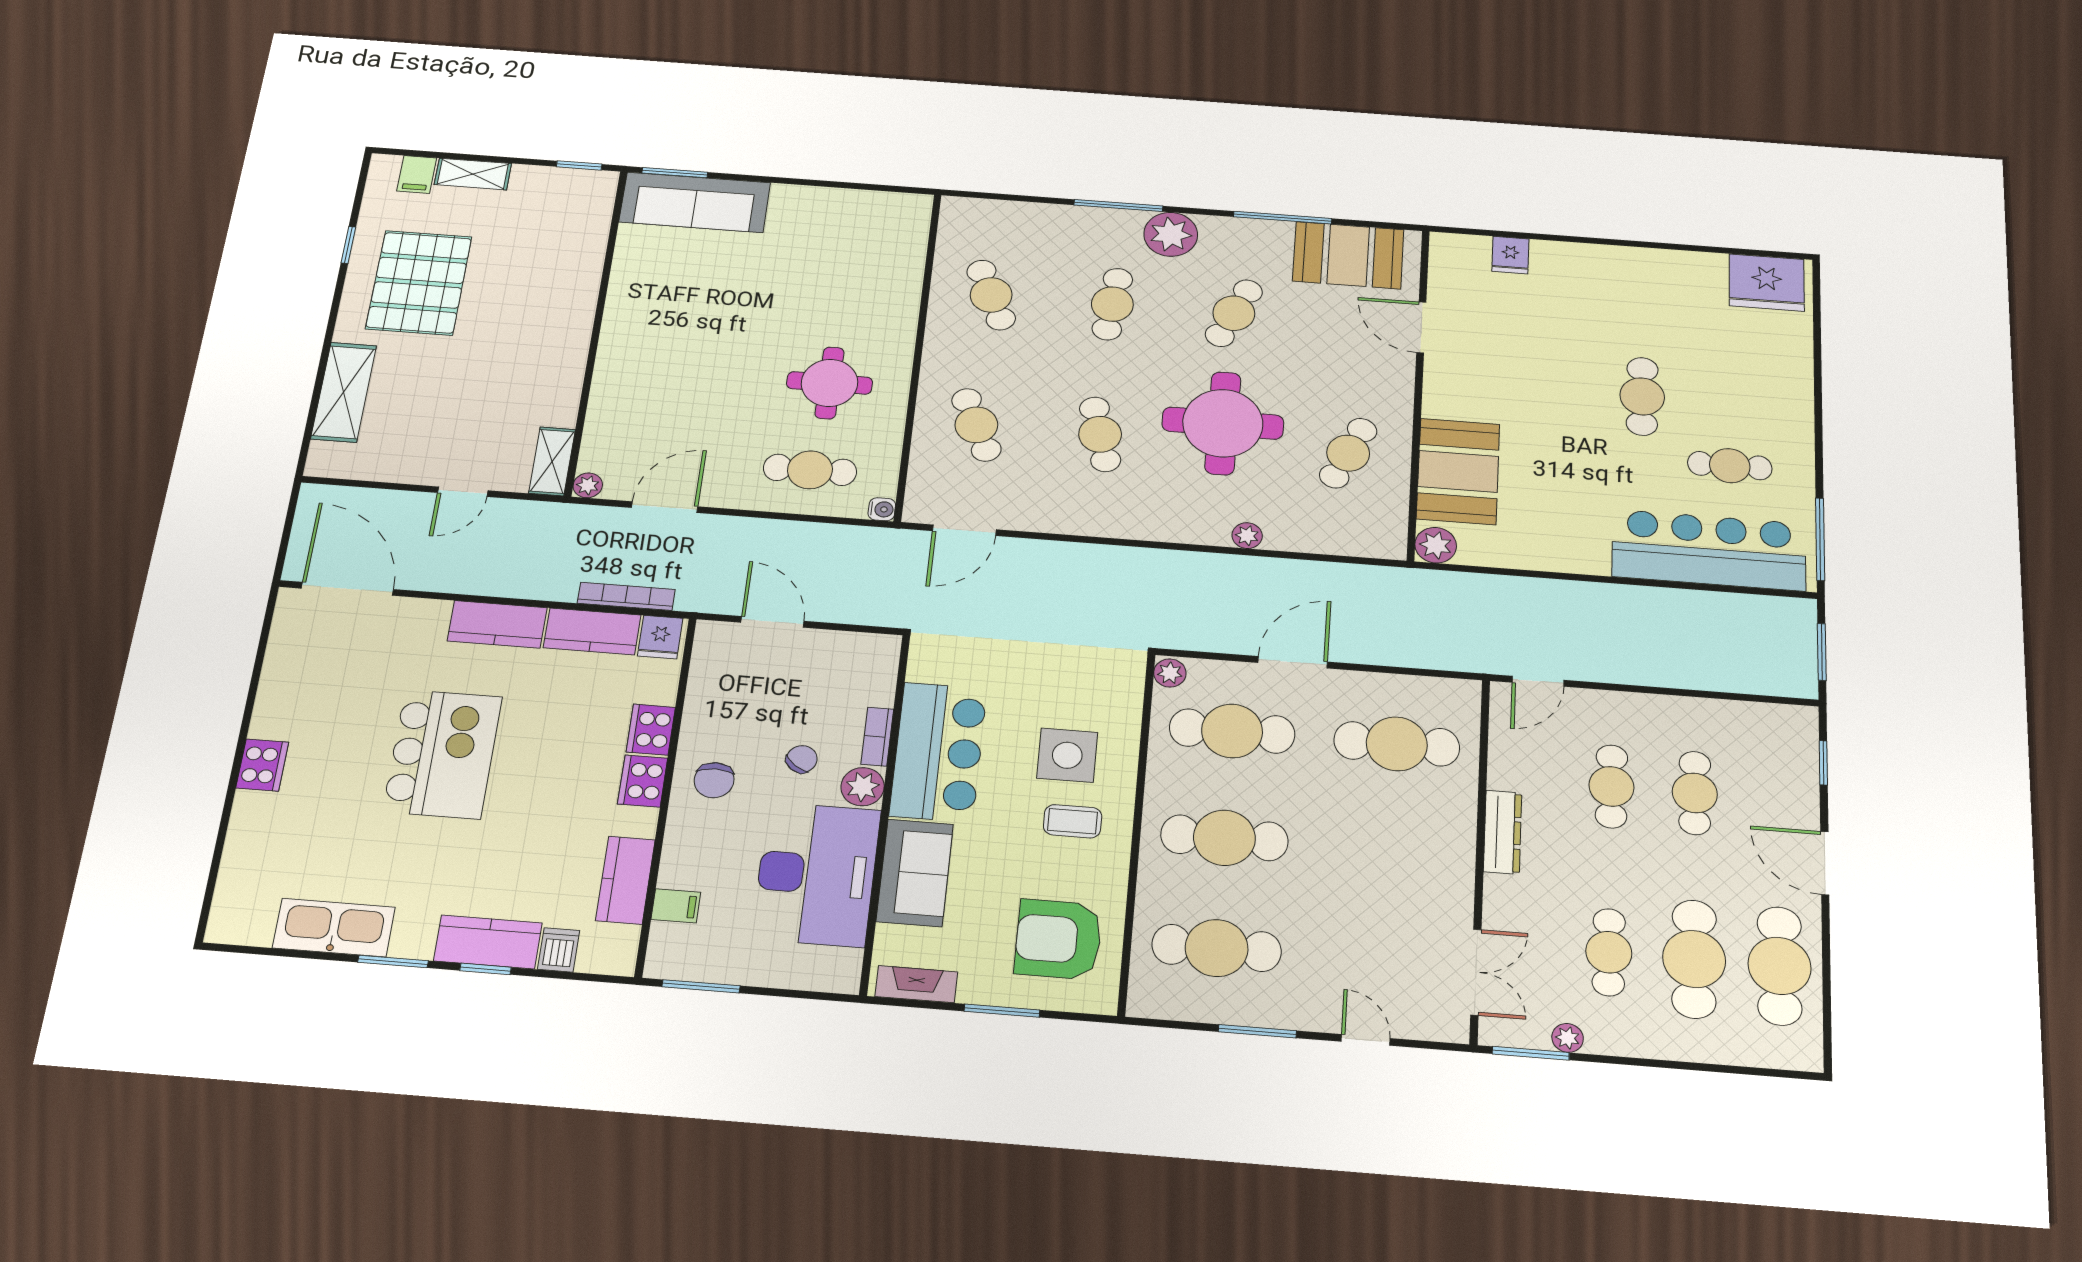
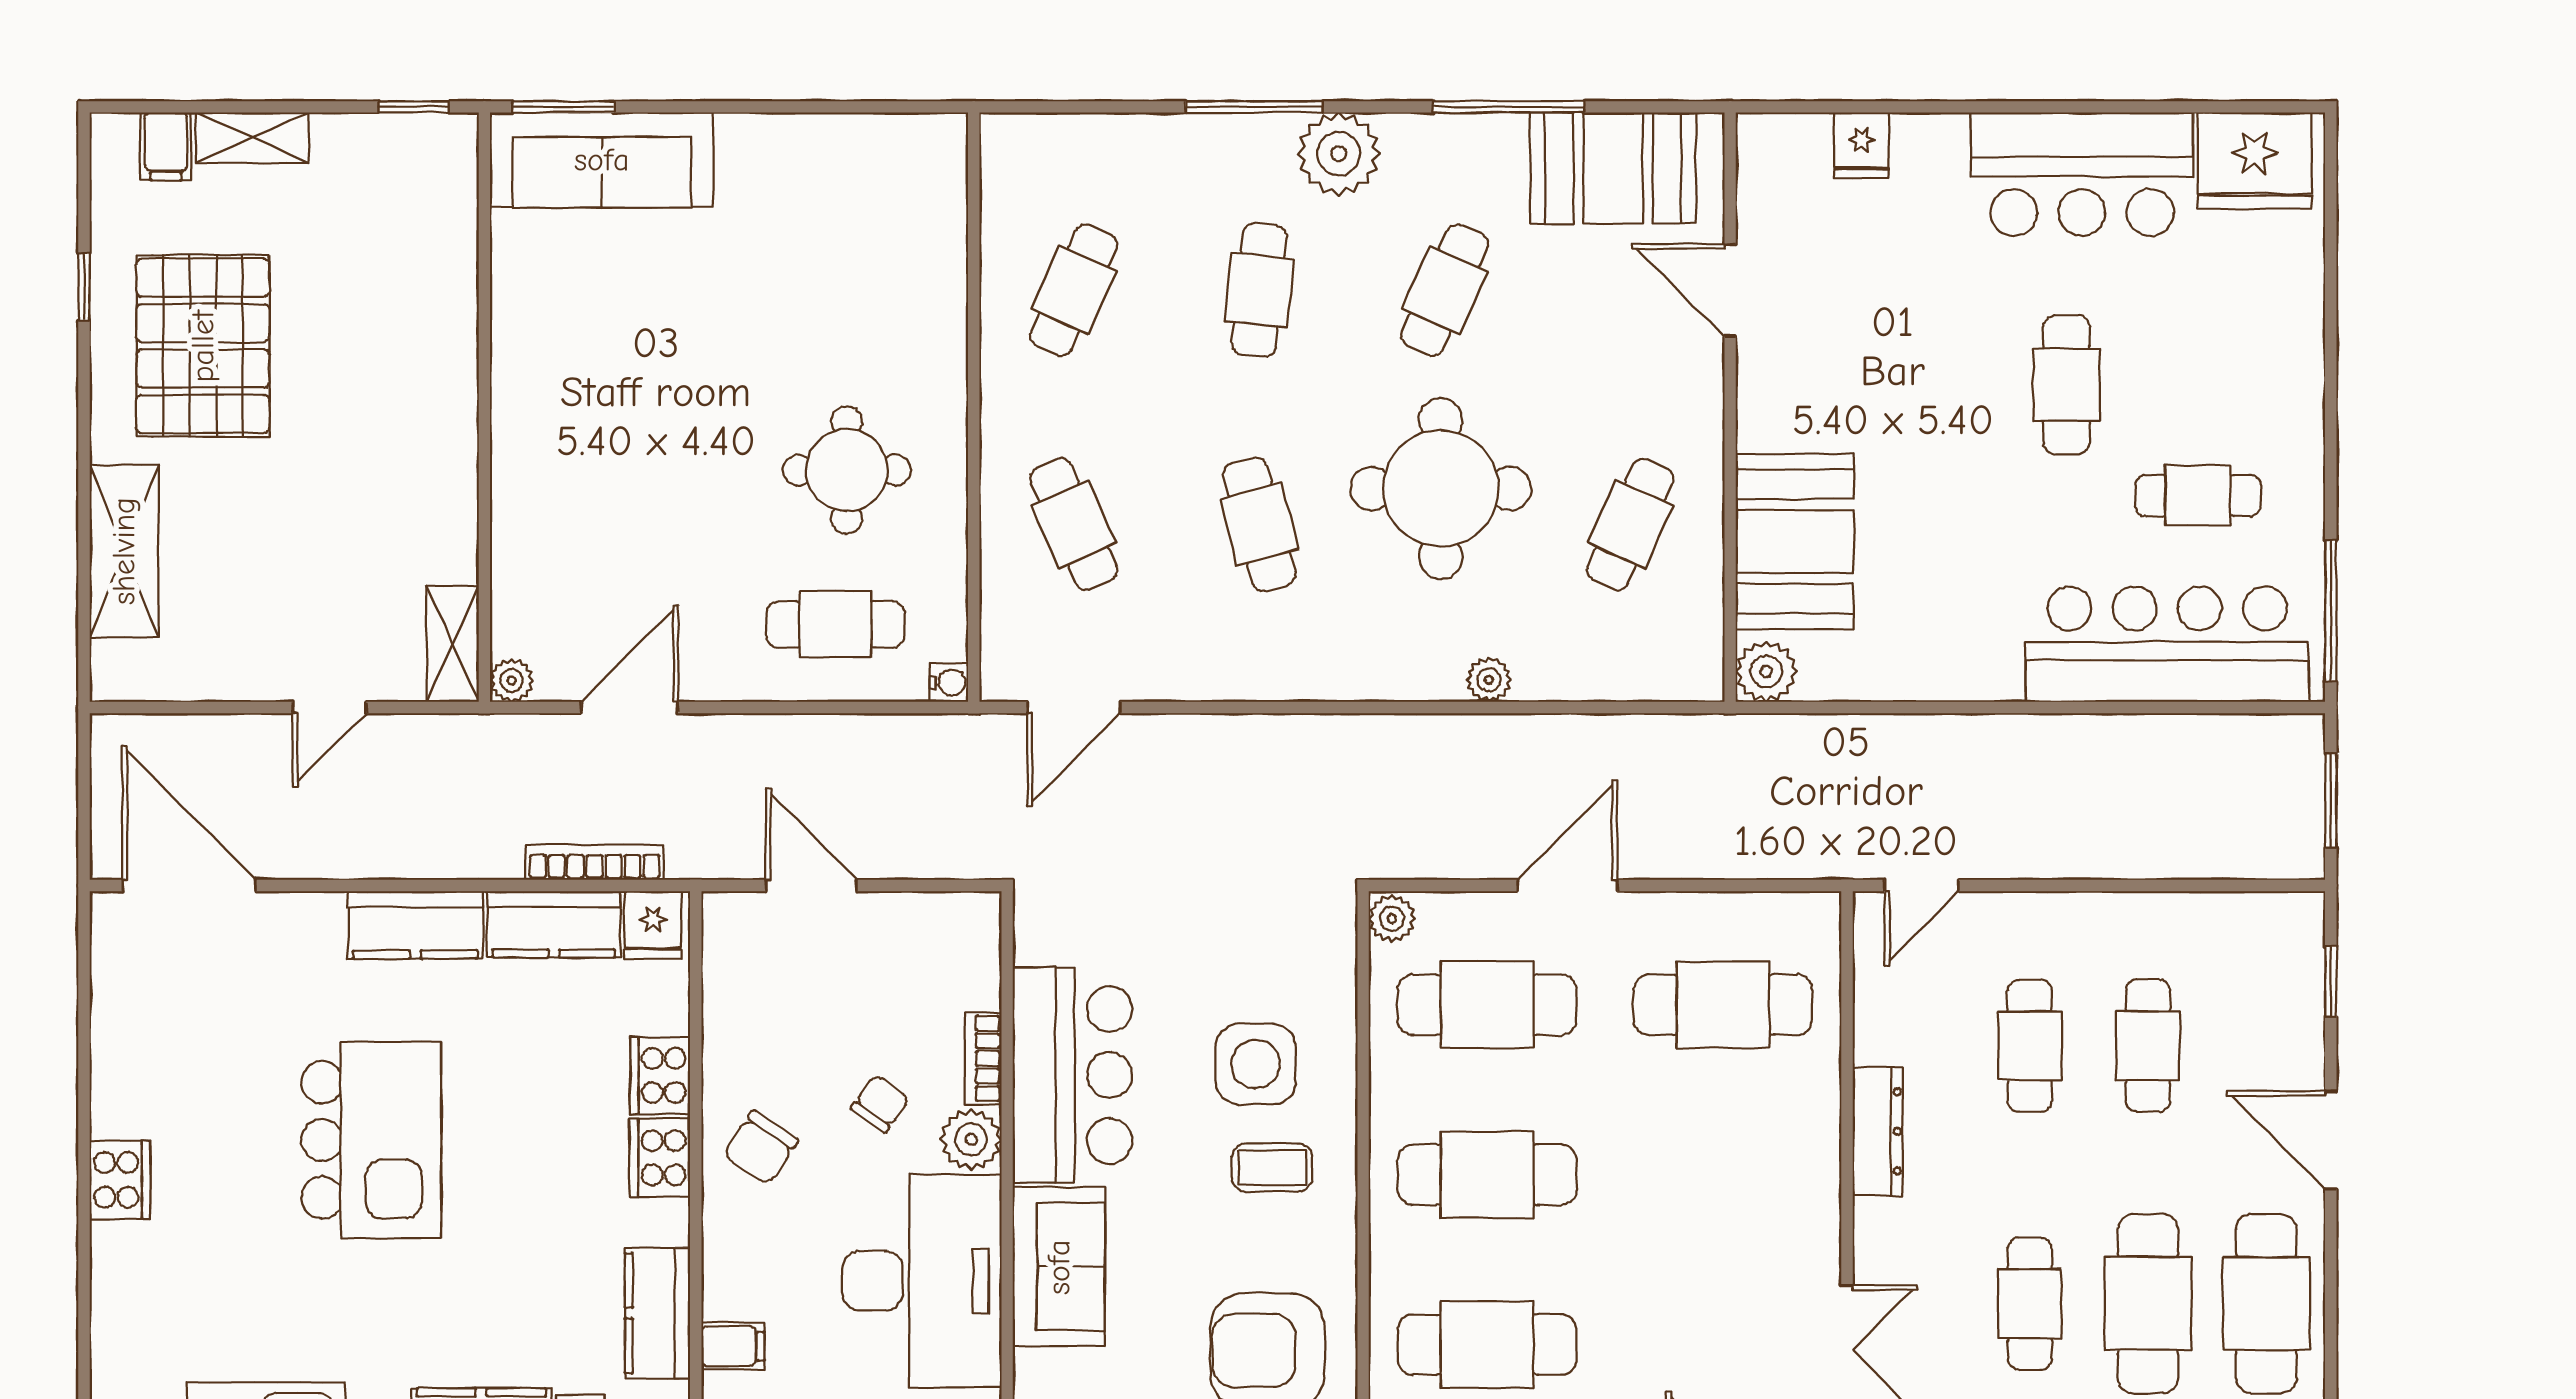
bar counter: (1654, 281) -> (2082, 174), added
cafe table: (991, 295) -> (1074, 290), turned 48
chair: (714, 780) -> (761, 1148), turned 34

